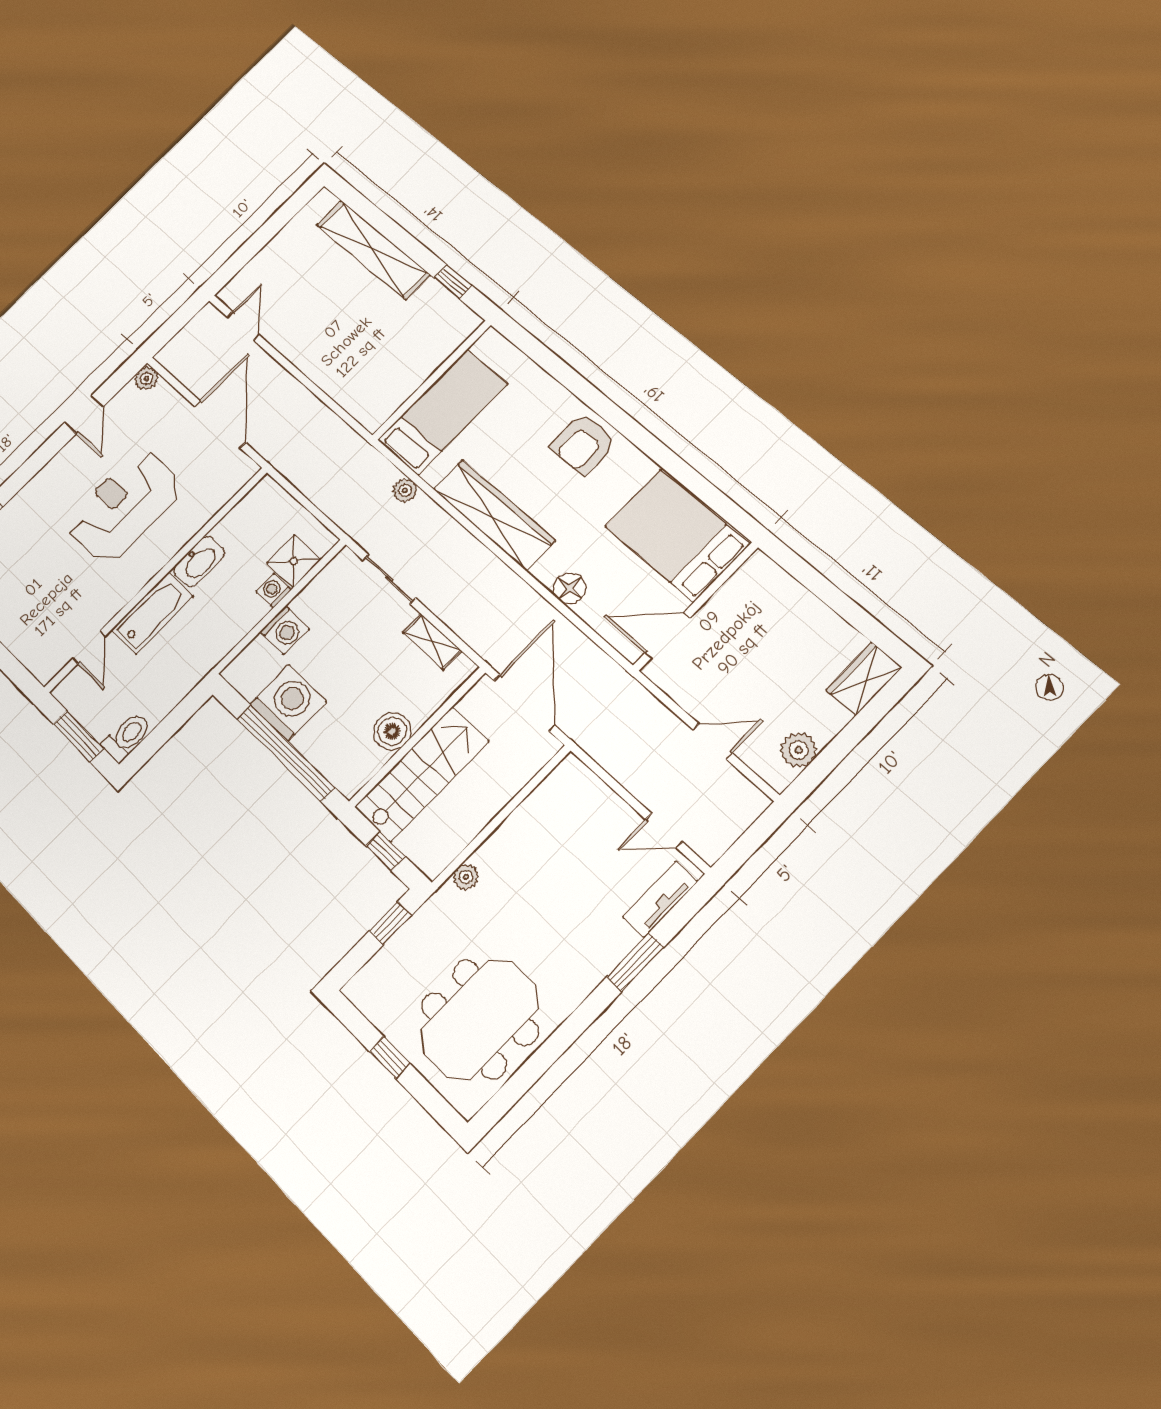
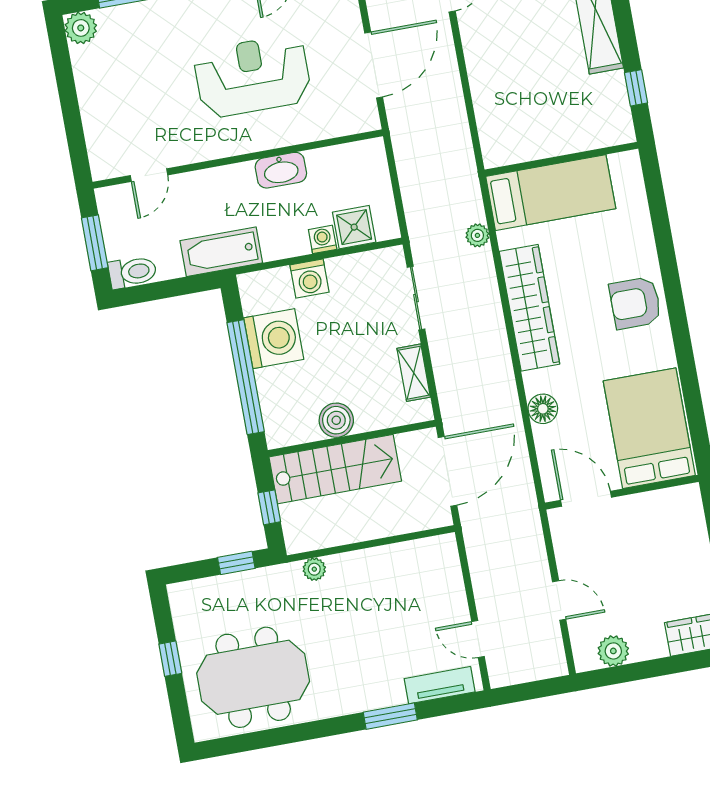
bathtub: (152, 613) -> (221, 252), moved, turned 180

